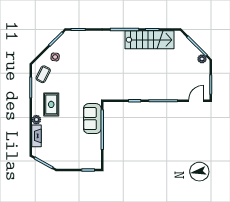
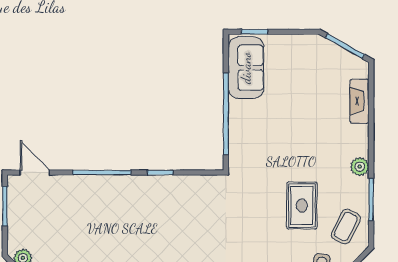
door: (196, 101) -> (35, 172), swing flipped
rug: (51, 104) -> (302, 206), moved
sofa: (92, 119) -> (246, 68), moved
plant: (36, 120) -> (360, 167), moved

